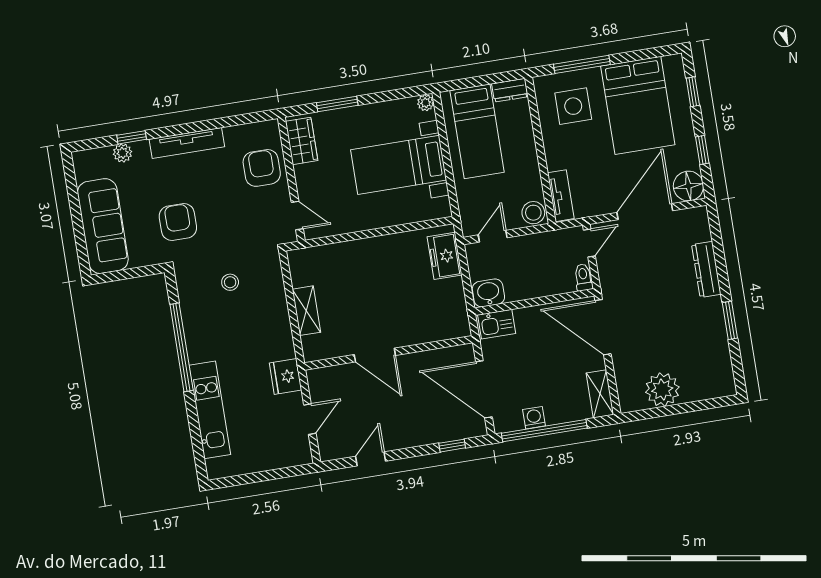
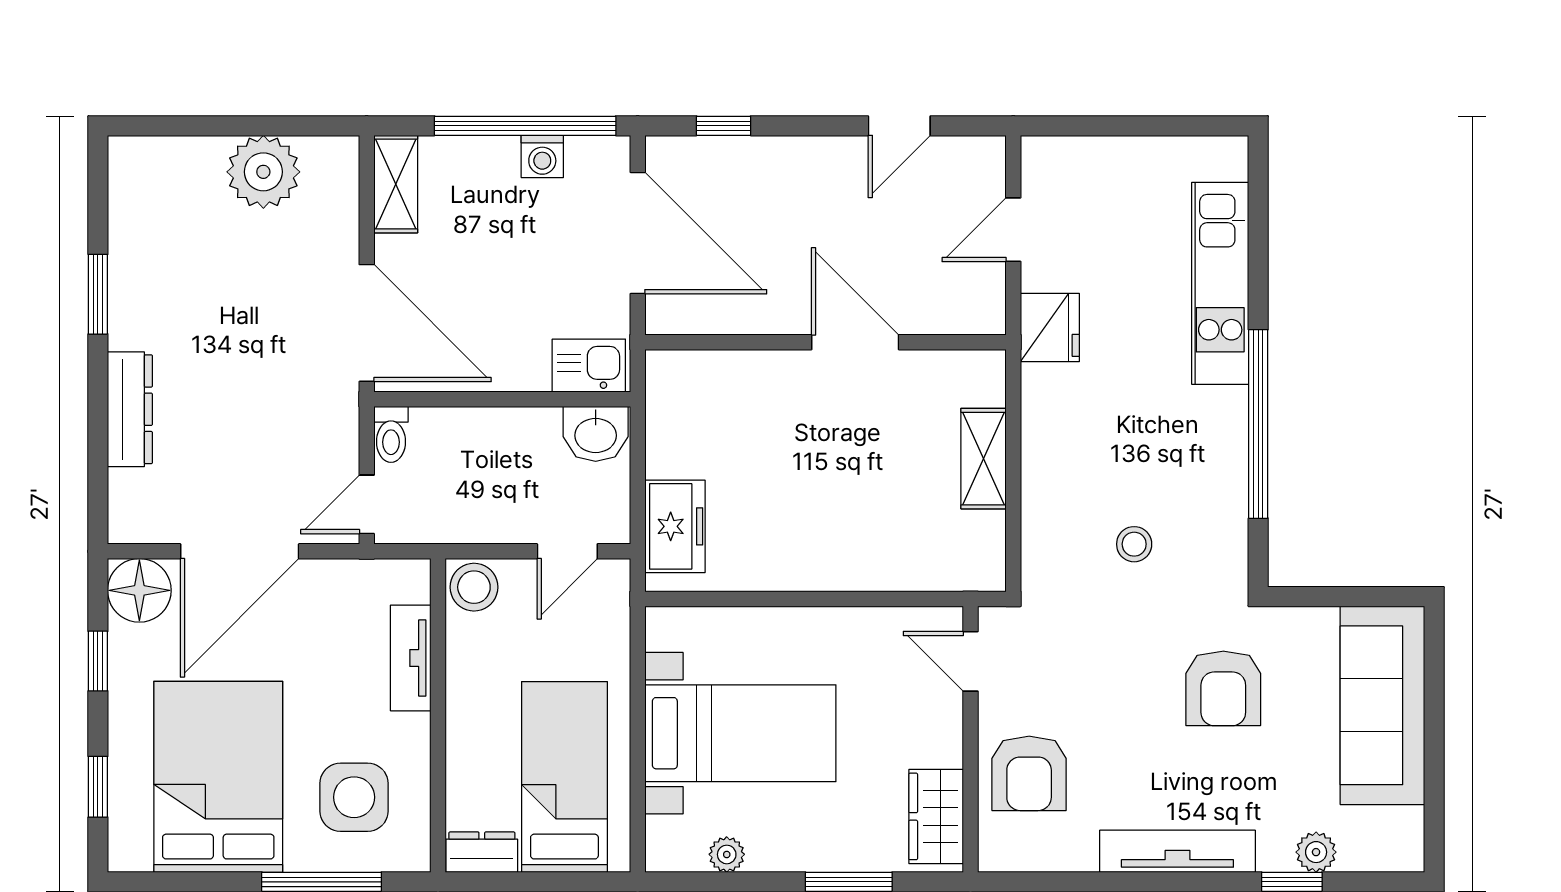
plant: (426, 103) -> (727, 854), moved
tv unit: (561, 196) -> (411, 658), moved

